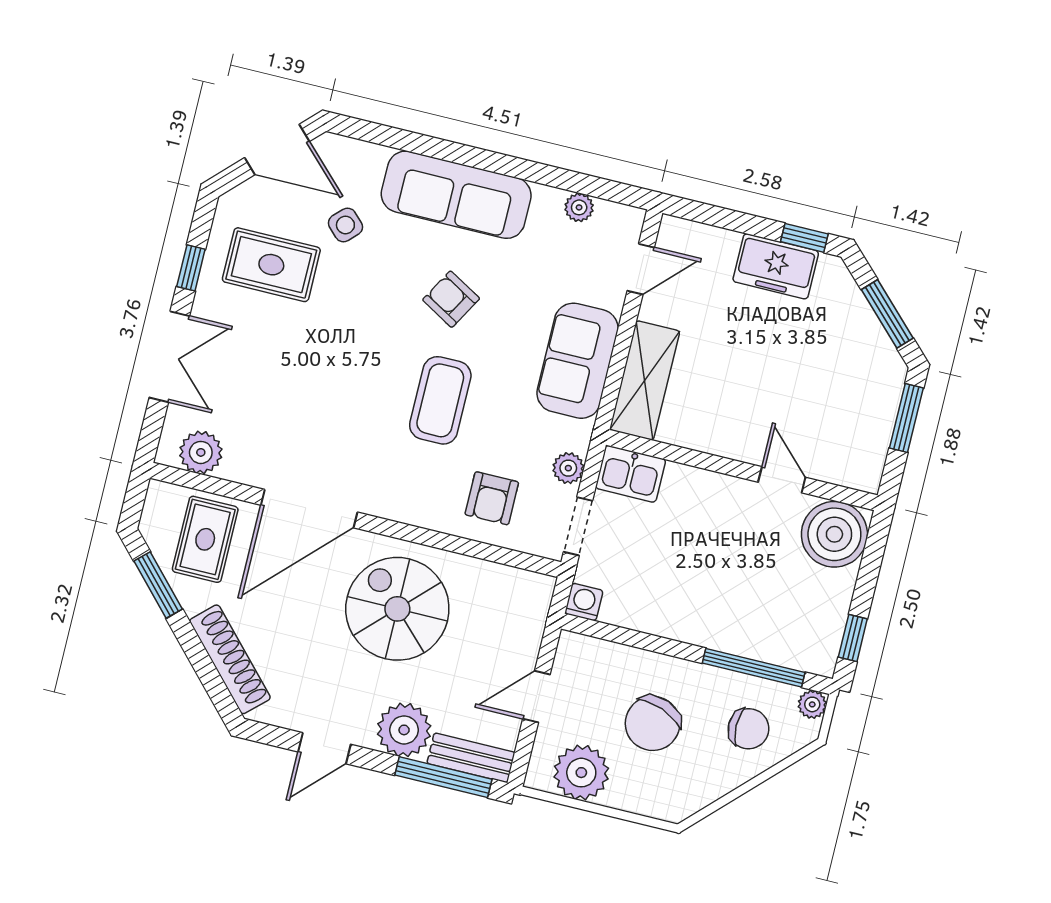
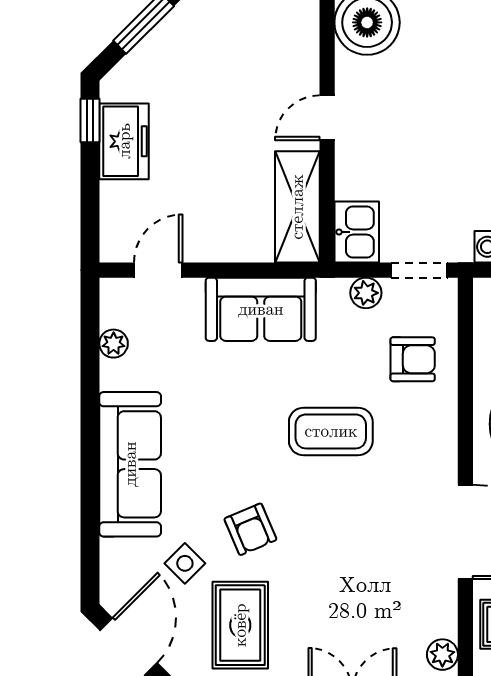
door: (641, 269) -> (158, 270), hinge flipped
armchair: (451, 299) -> (250, 529), moved, turned -53
shelving: (645, 380) -> (297, 207), moved, turned 90
plant: (201, 452) -> (442, 655), width x0.73, depth x0.73
door: (782, 480) -> (327, 118), moved

